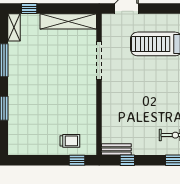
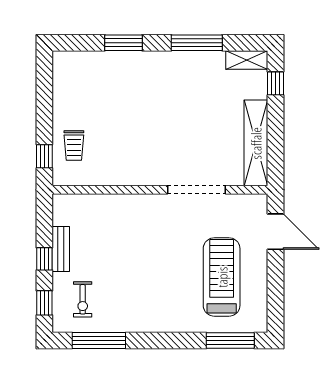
bench: (116, 149) -> (61, 249), moved
window: (127, 160) -> (44, 259), moved

